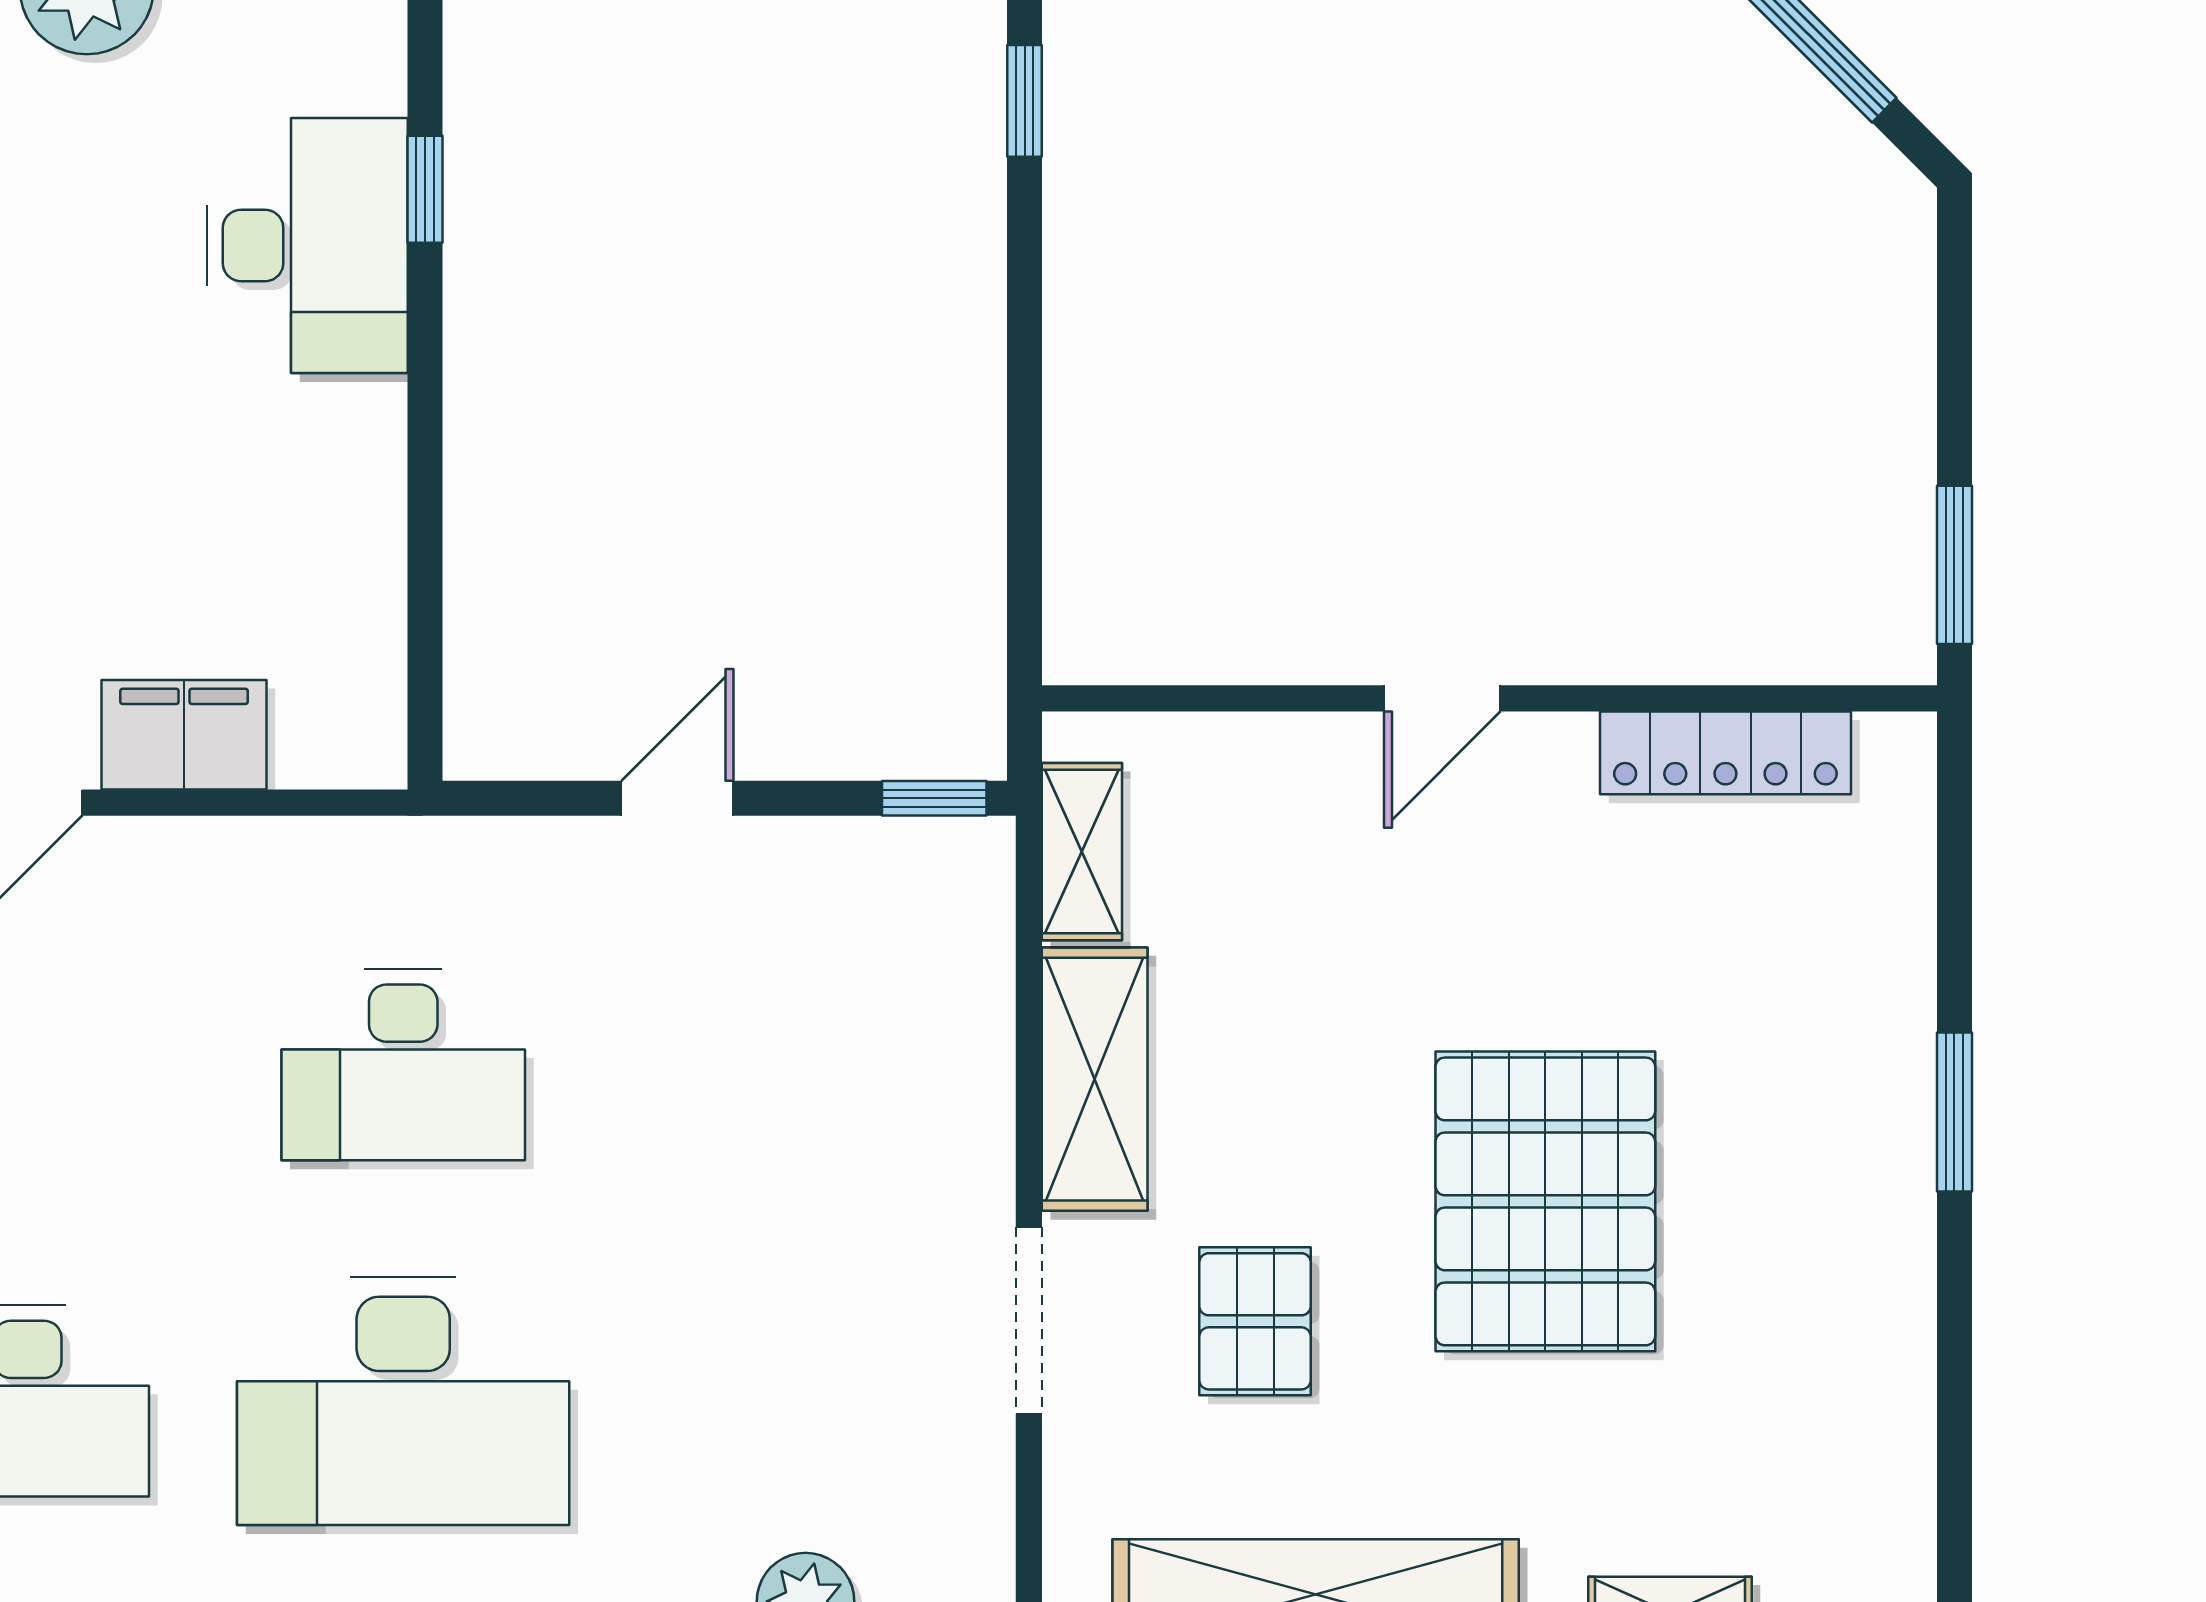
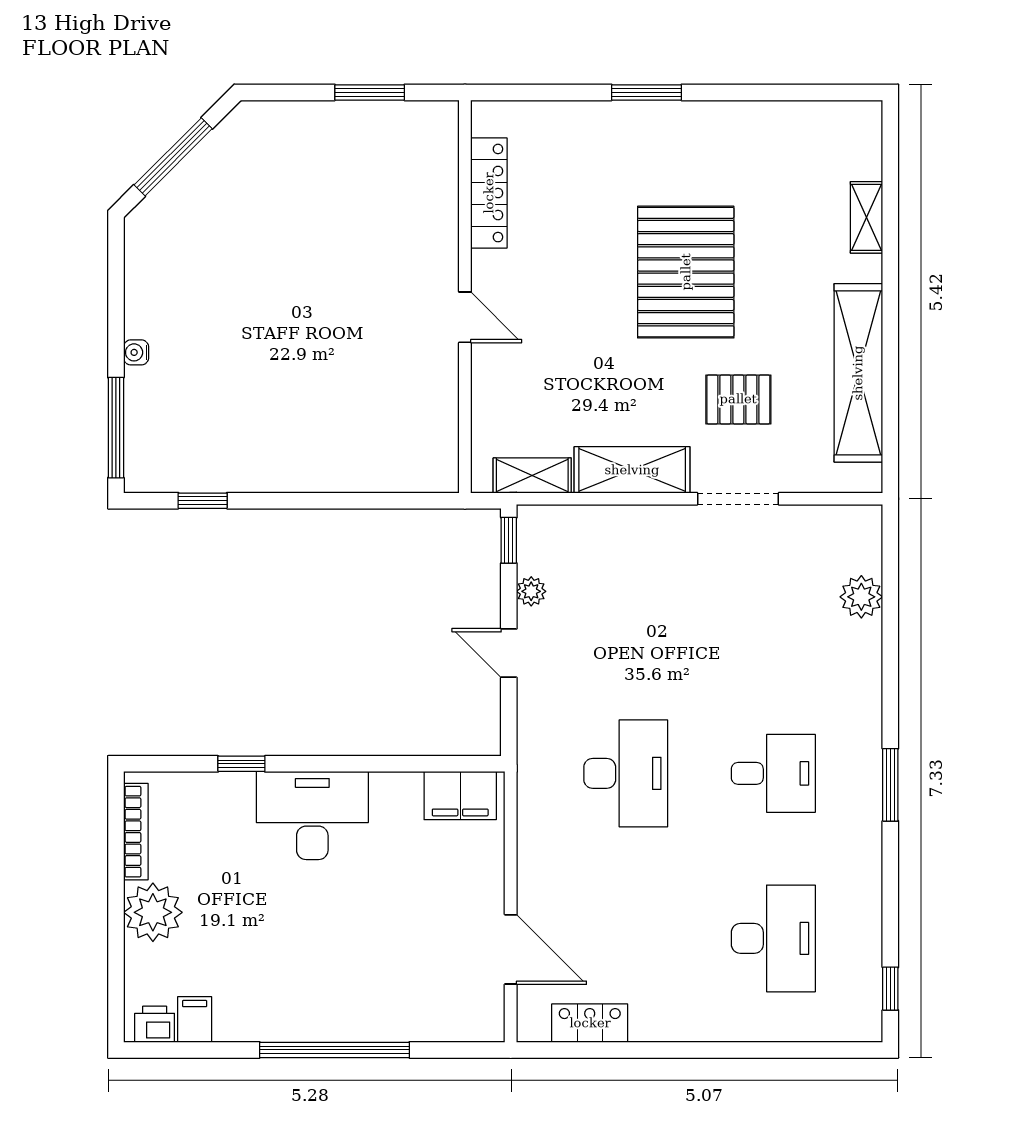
desk: (307, 246) -> (312, 816), moved
window: (1954, 565) -> (370, 92), moved
filing cabinet: (184, 735) -> (460, 796), moved, turned -90
plant: (818, 849) -> (531, 591), added
pallet: (1545, 1201) -> (686, 272), turned 90
desk: (403, 1401) -> (773, 773), width x0.53, depth x0.77

